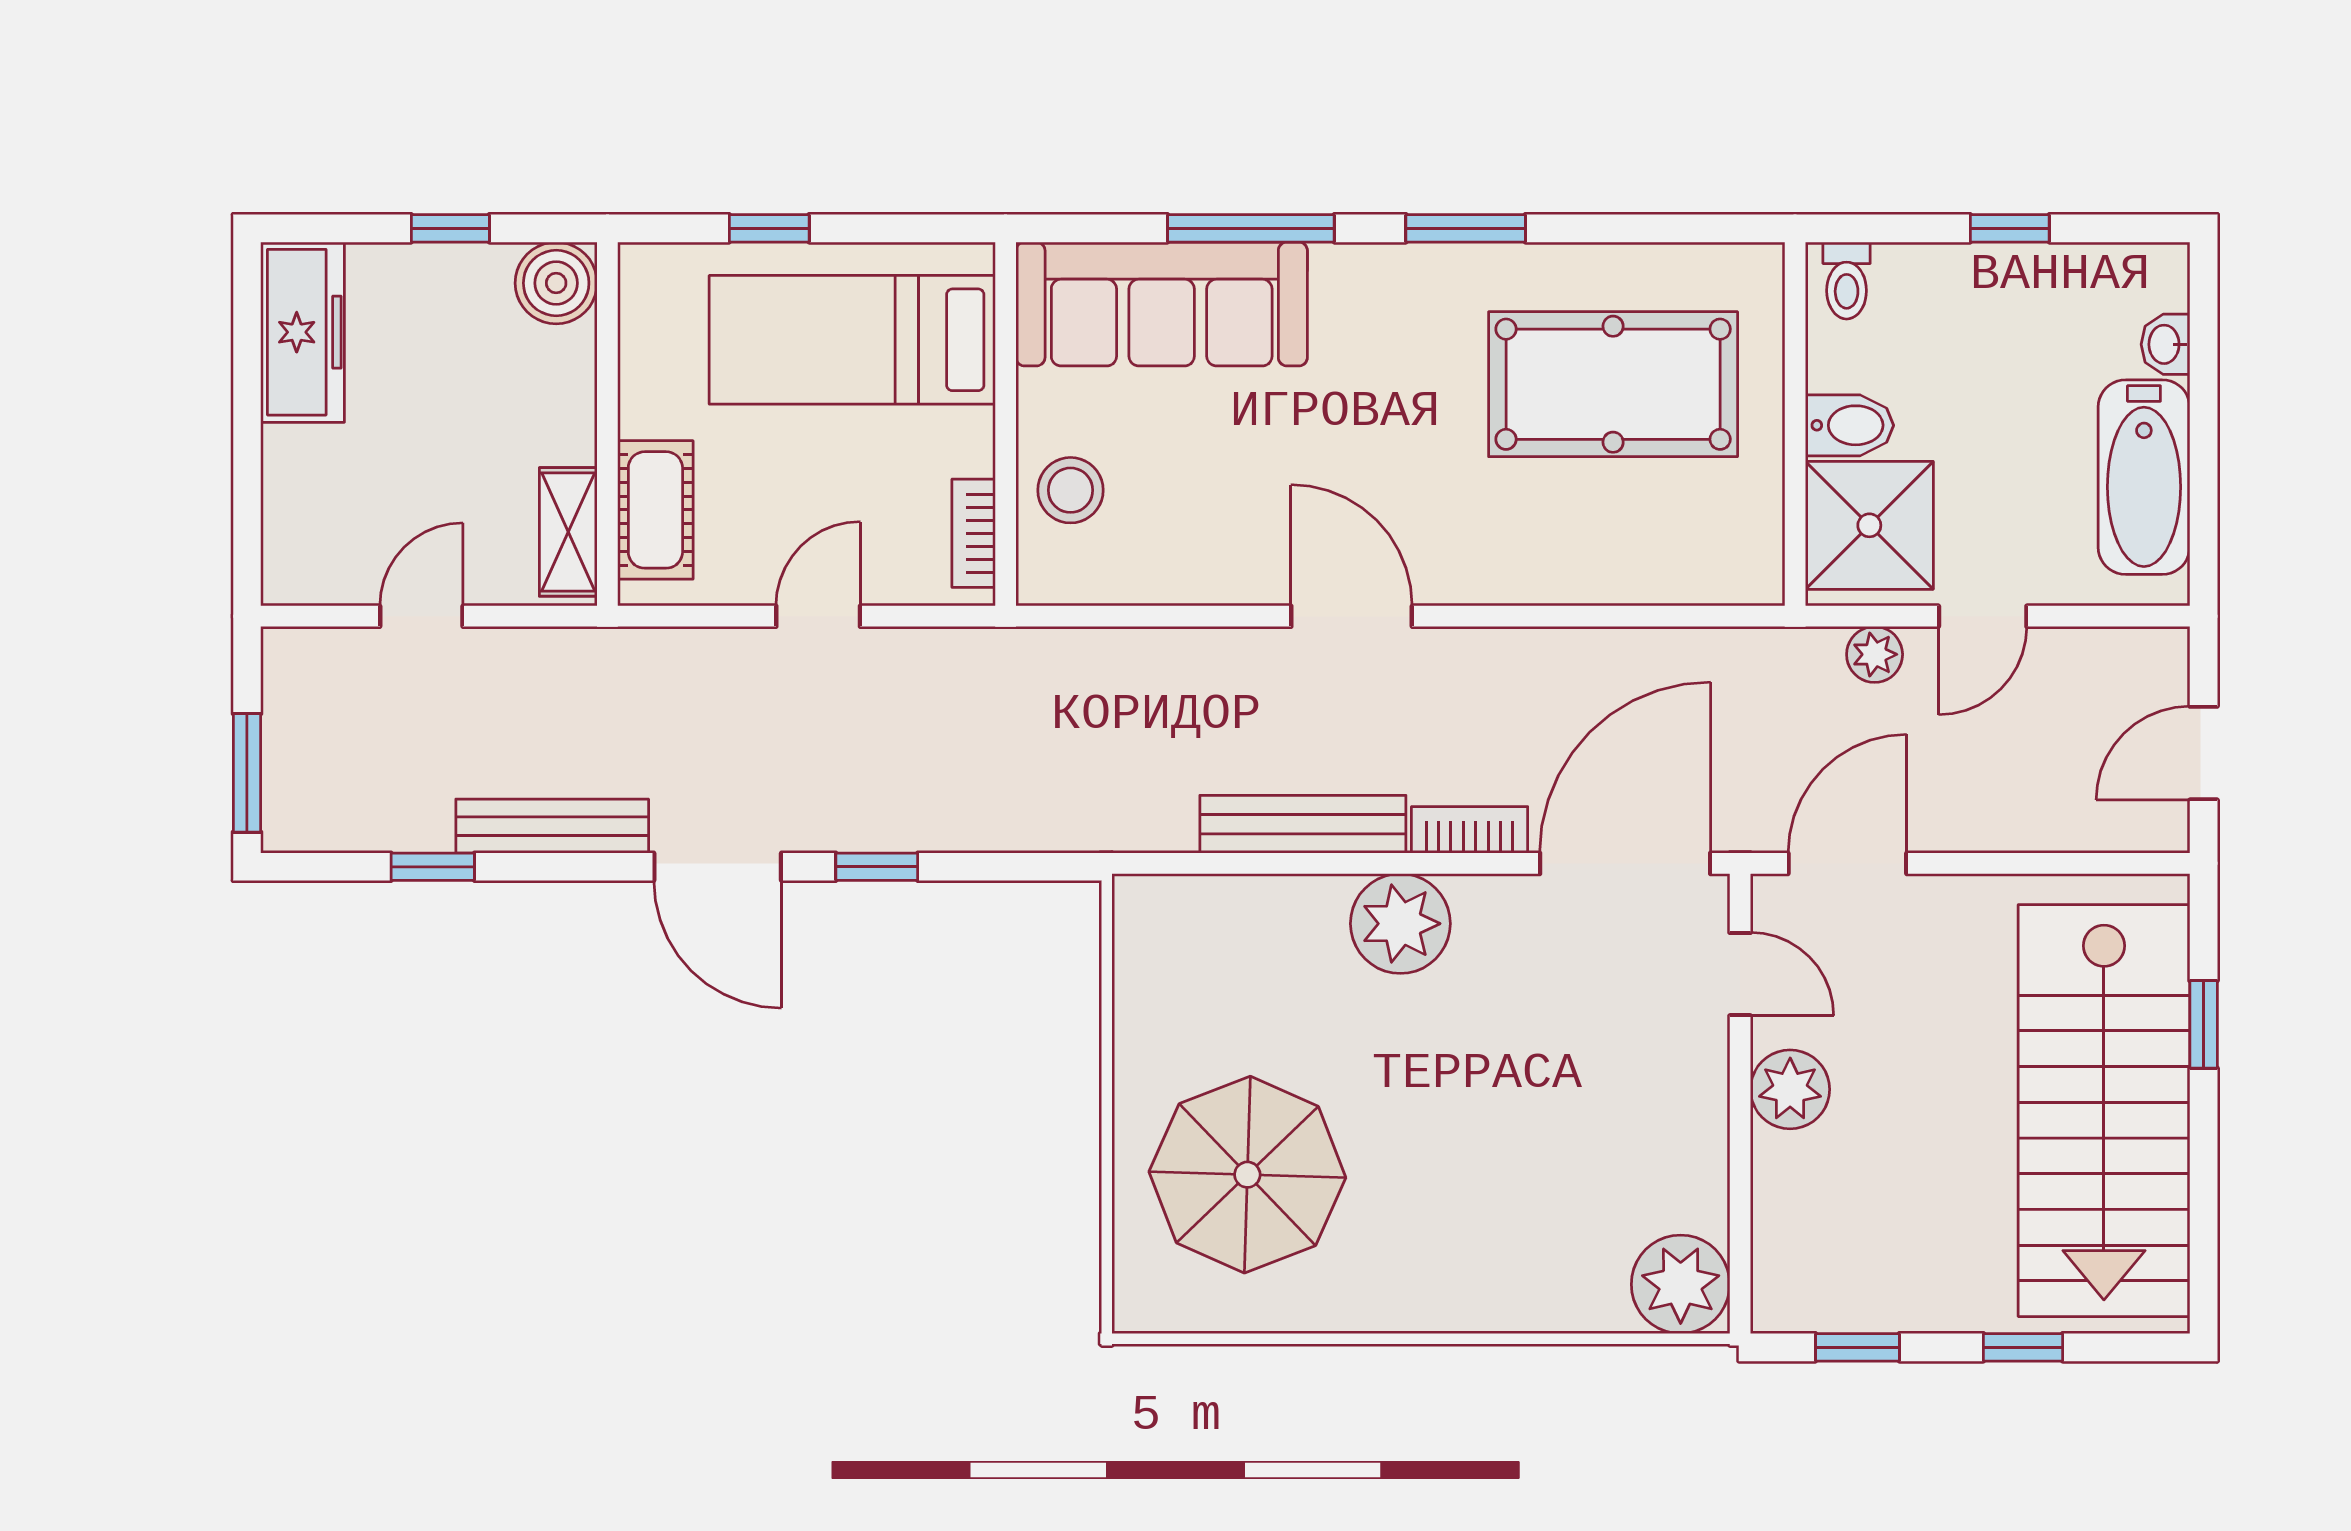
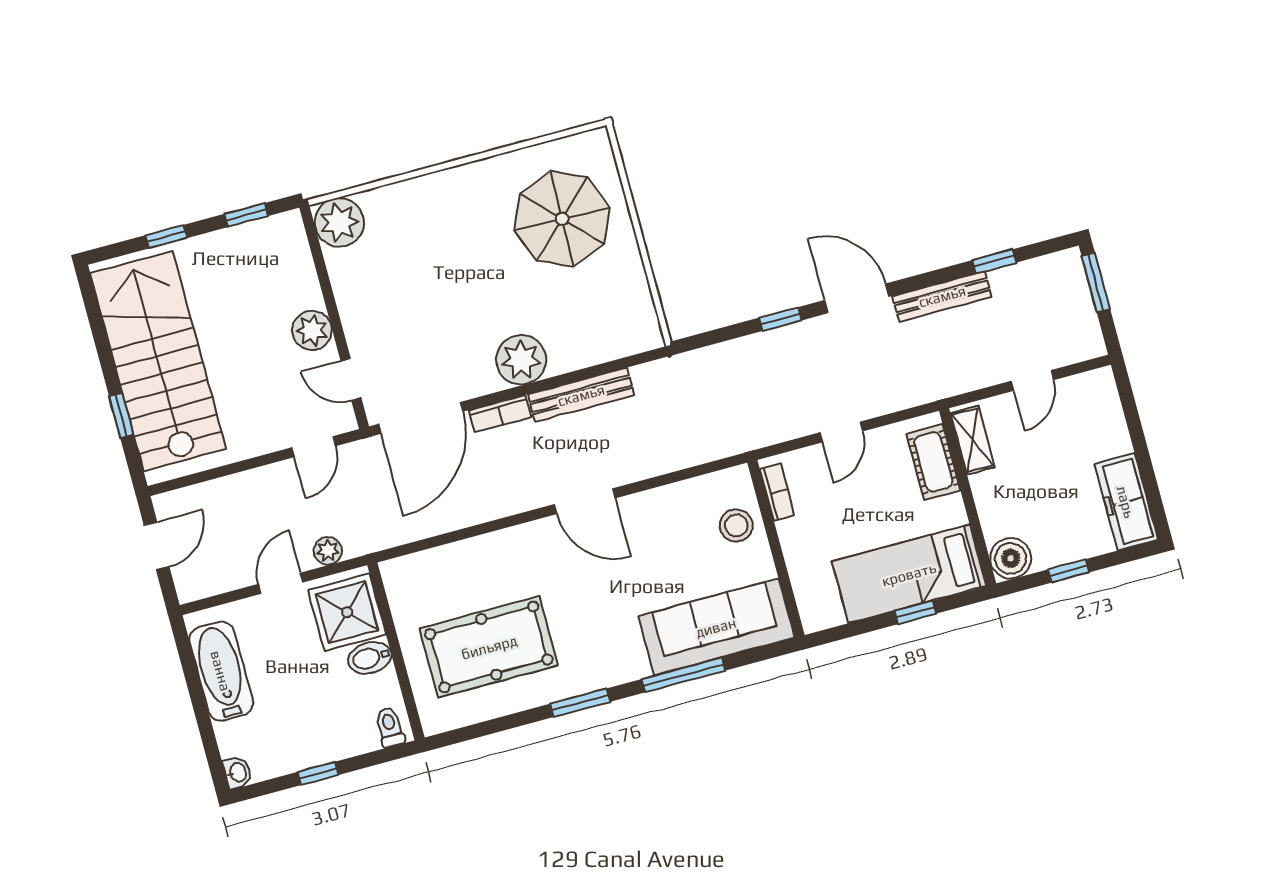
bed: (852, 340) -> (909, 574), moved, turned 180
washbasin: (2165, 344) -> (237, 773), moved
door: (1847, 863) -> (314, 447), width x0.73

